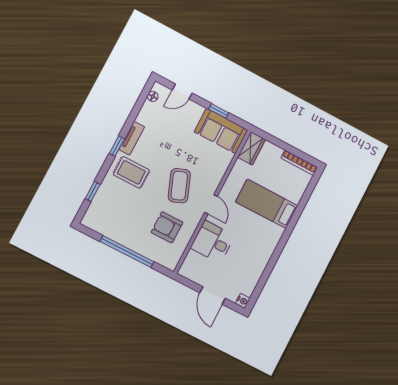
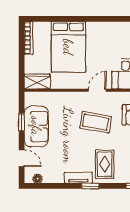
sofa: (221, 131) -> (36, 126), moved
coffee table: (179, 186) -> (96, 122), turned 31
bed: (267, 204) -> (68, 47), width x1.50

